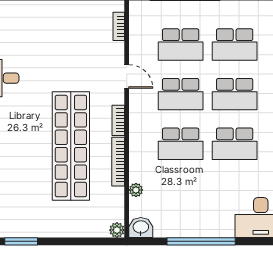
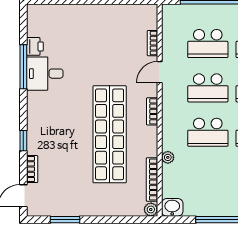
bookcase: (119, 26) -> (152, 43), moved
door: (127, 77) -> (160, 72), swing flipped
bookcase: (118, 162) -> (152, 180), moved
plant: (136, 190) -> (168, 157), moved

